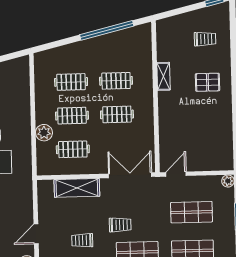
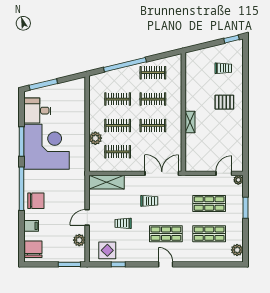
window: (107, 30) -> (125, 65), moved
clothes rail: (115, 47) -> (153, 73), added
shelving: (163, 76) -> (190, 122), moved
door: (176, 174) -> (224, 173), moved
shelving: (77, 188) -> (106, 182), moved
trolley: (120, 225) -> (149, 201), moved

